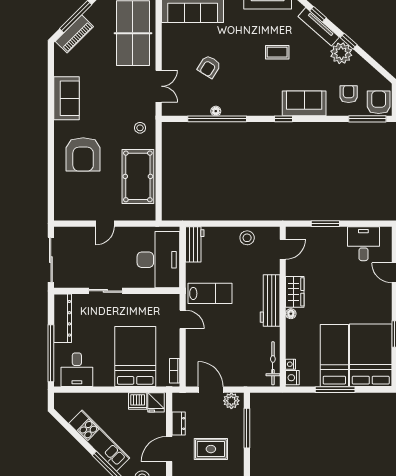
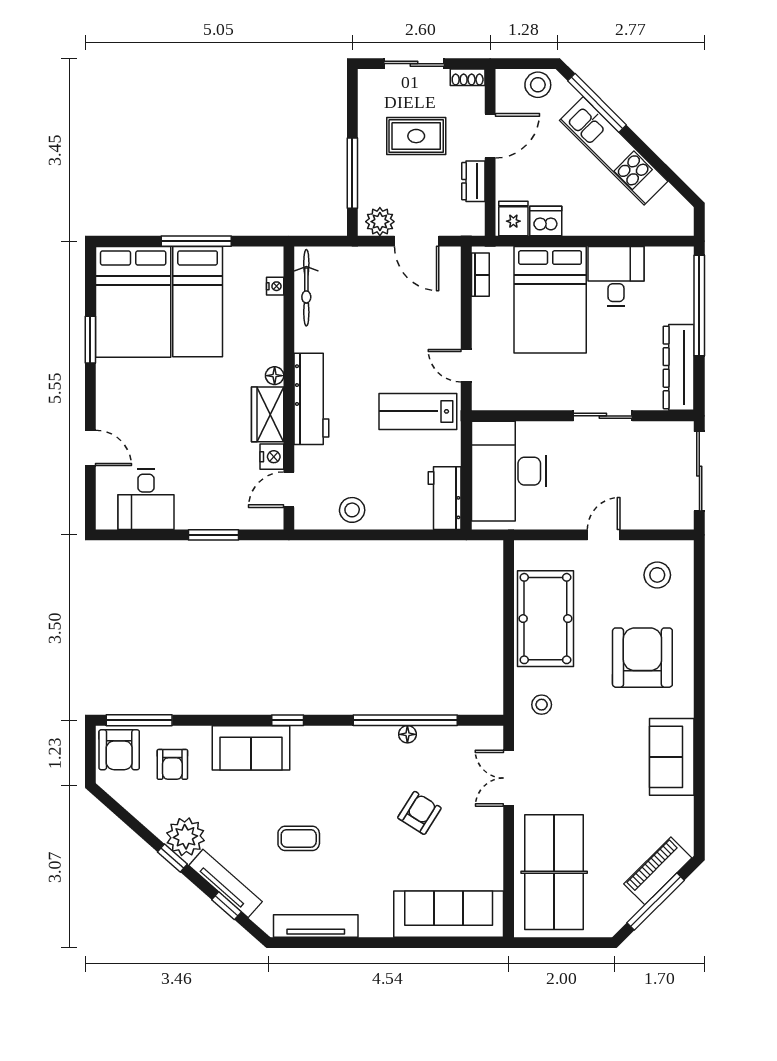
stool: (75, 201) -> (657, 575), added
desk: (77, 370) -> (616, 276), moved
nightstand: (292, 378) -> (272, 457), moved

